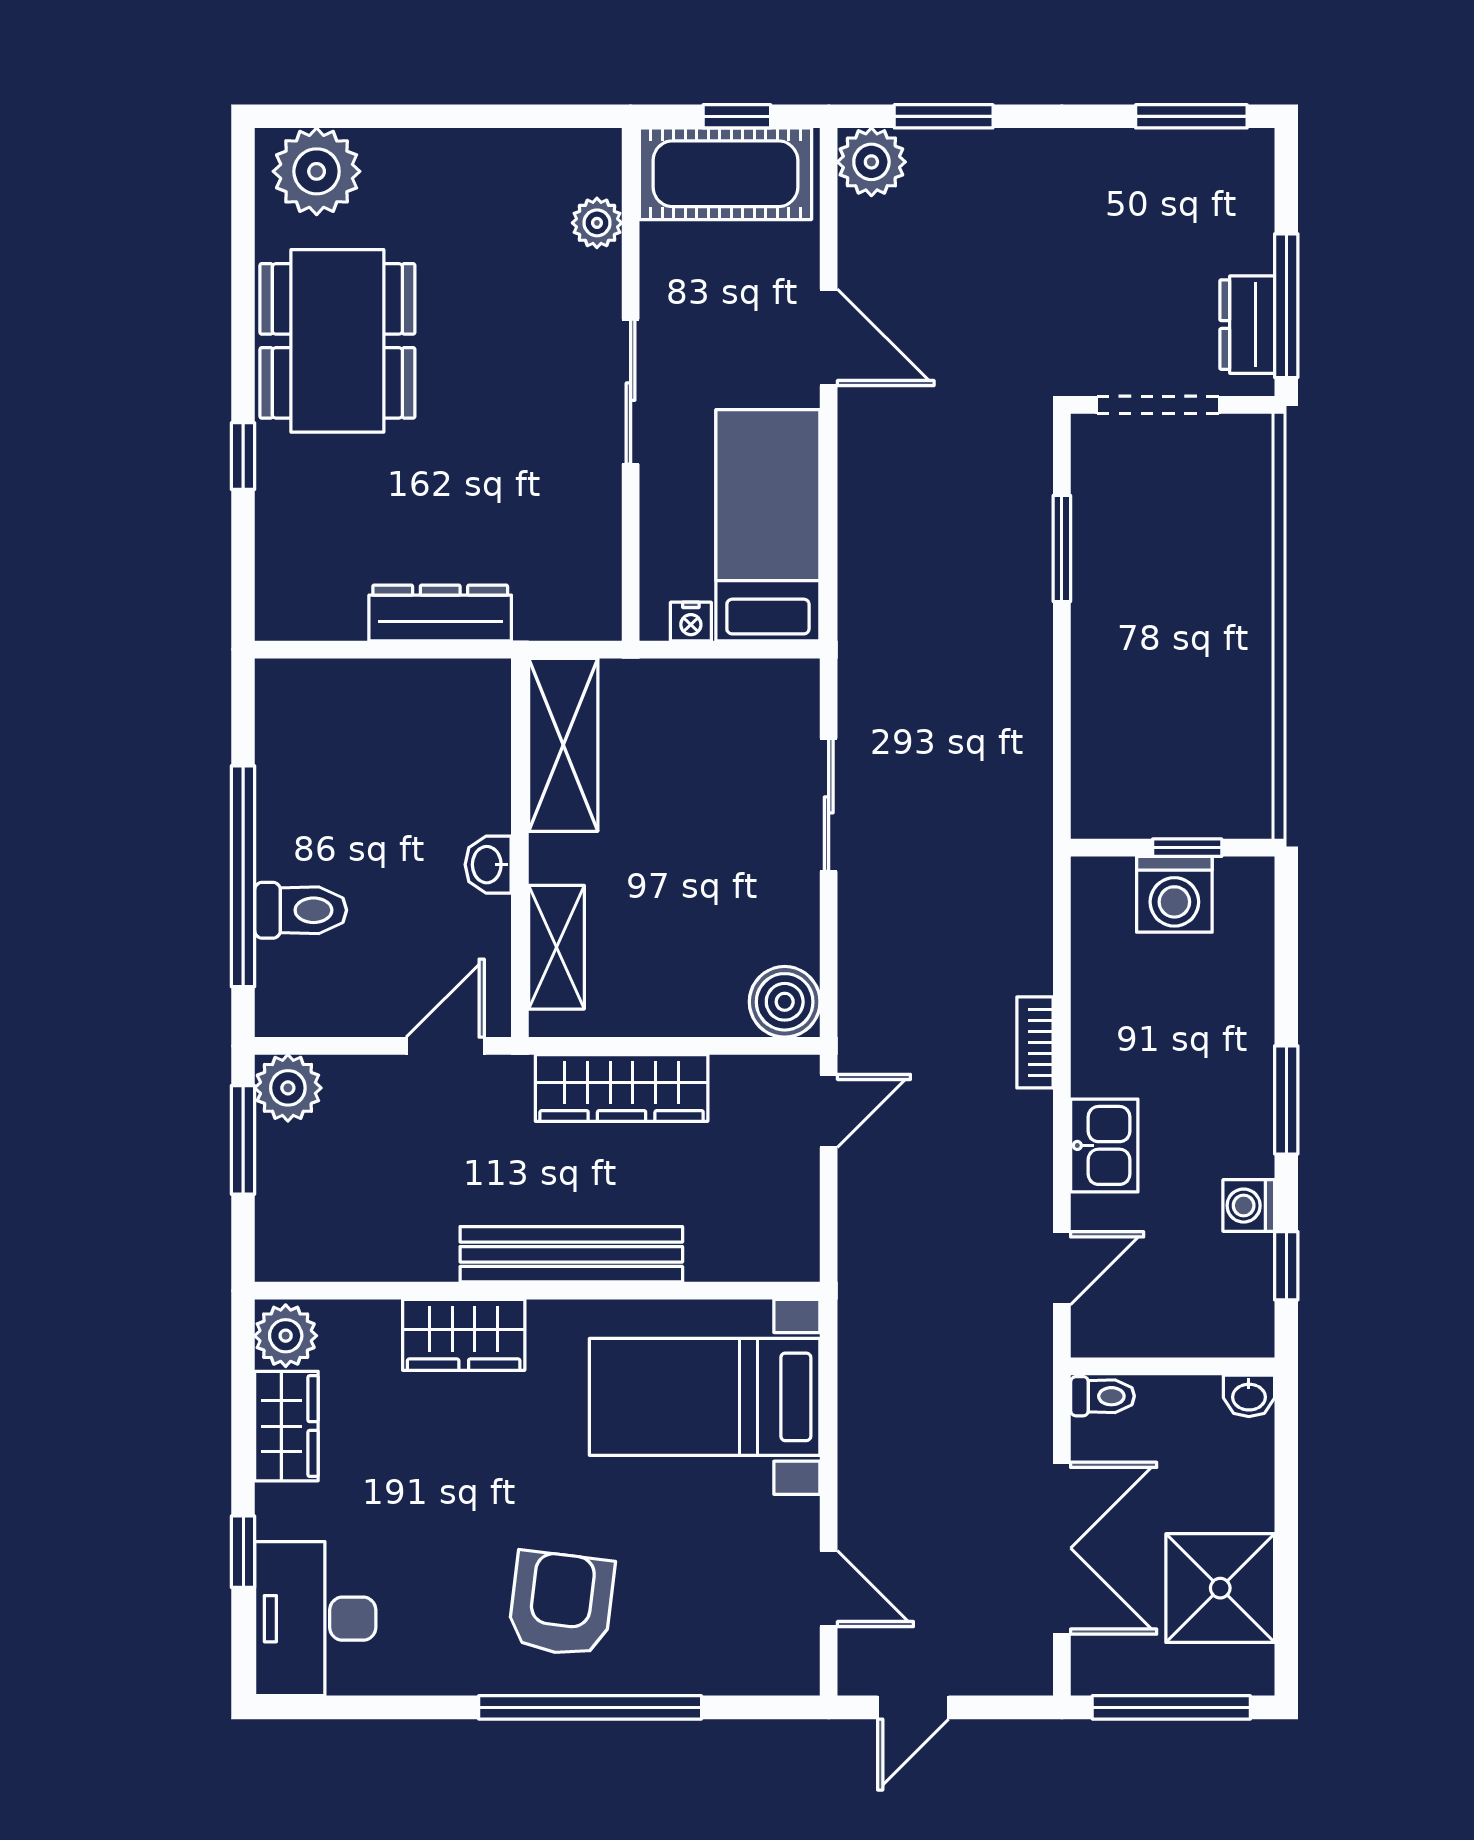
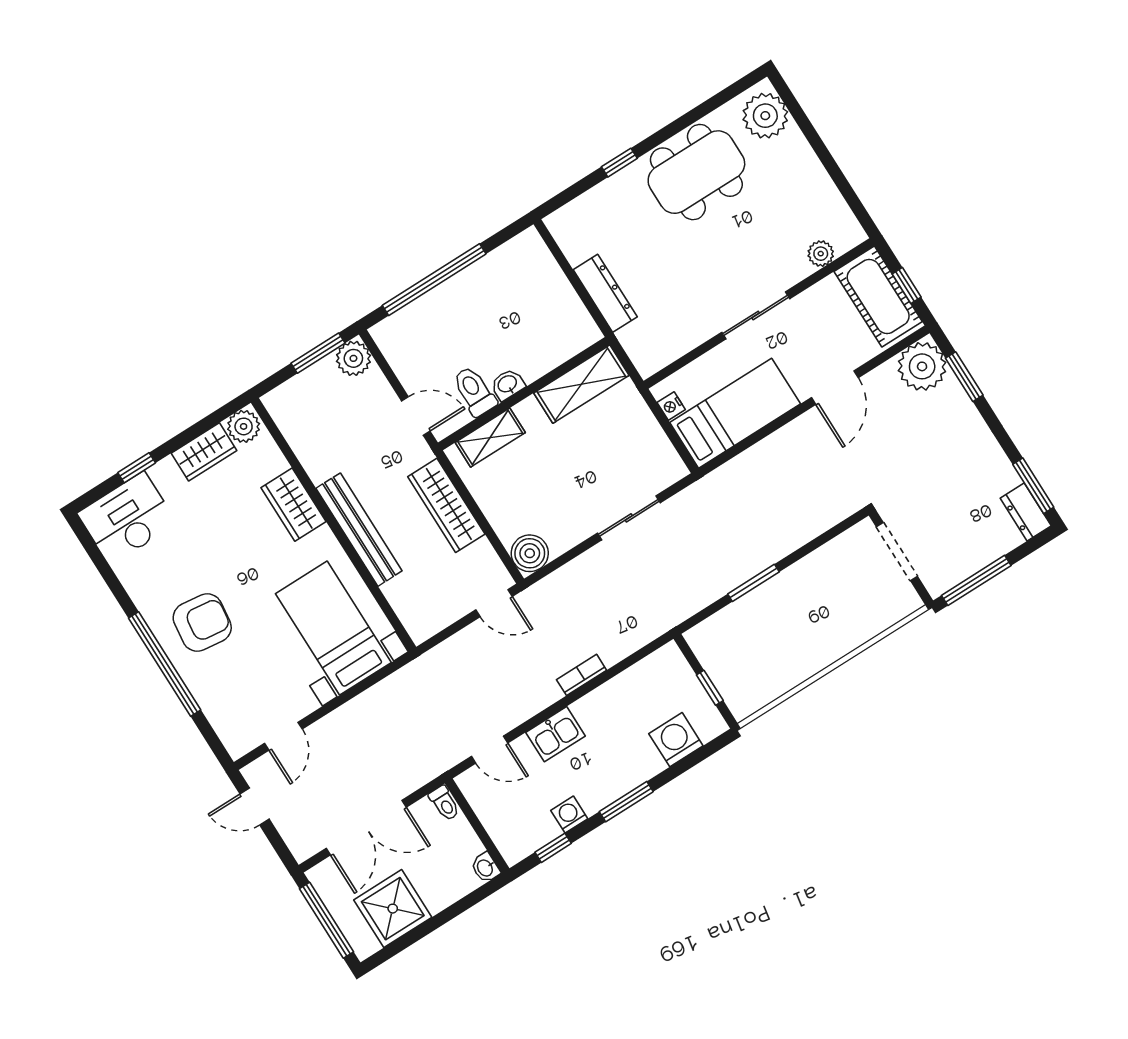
plant: (871, 162) -> (922, 366), width x1.36, depth x1.36
dresser: (1247, 325) -> (1026, 512), moved, turned -90
window: (1062, 548) -> (753, 583), moved
washing machine: (1174, 894) -> (676, 740), moved, turned 90
toilet: (301, 910) -> (474, 391), moved, turned 180

